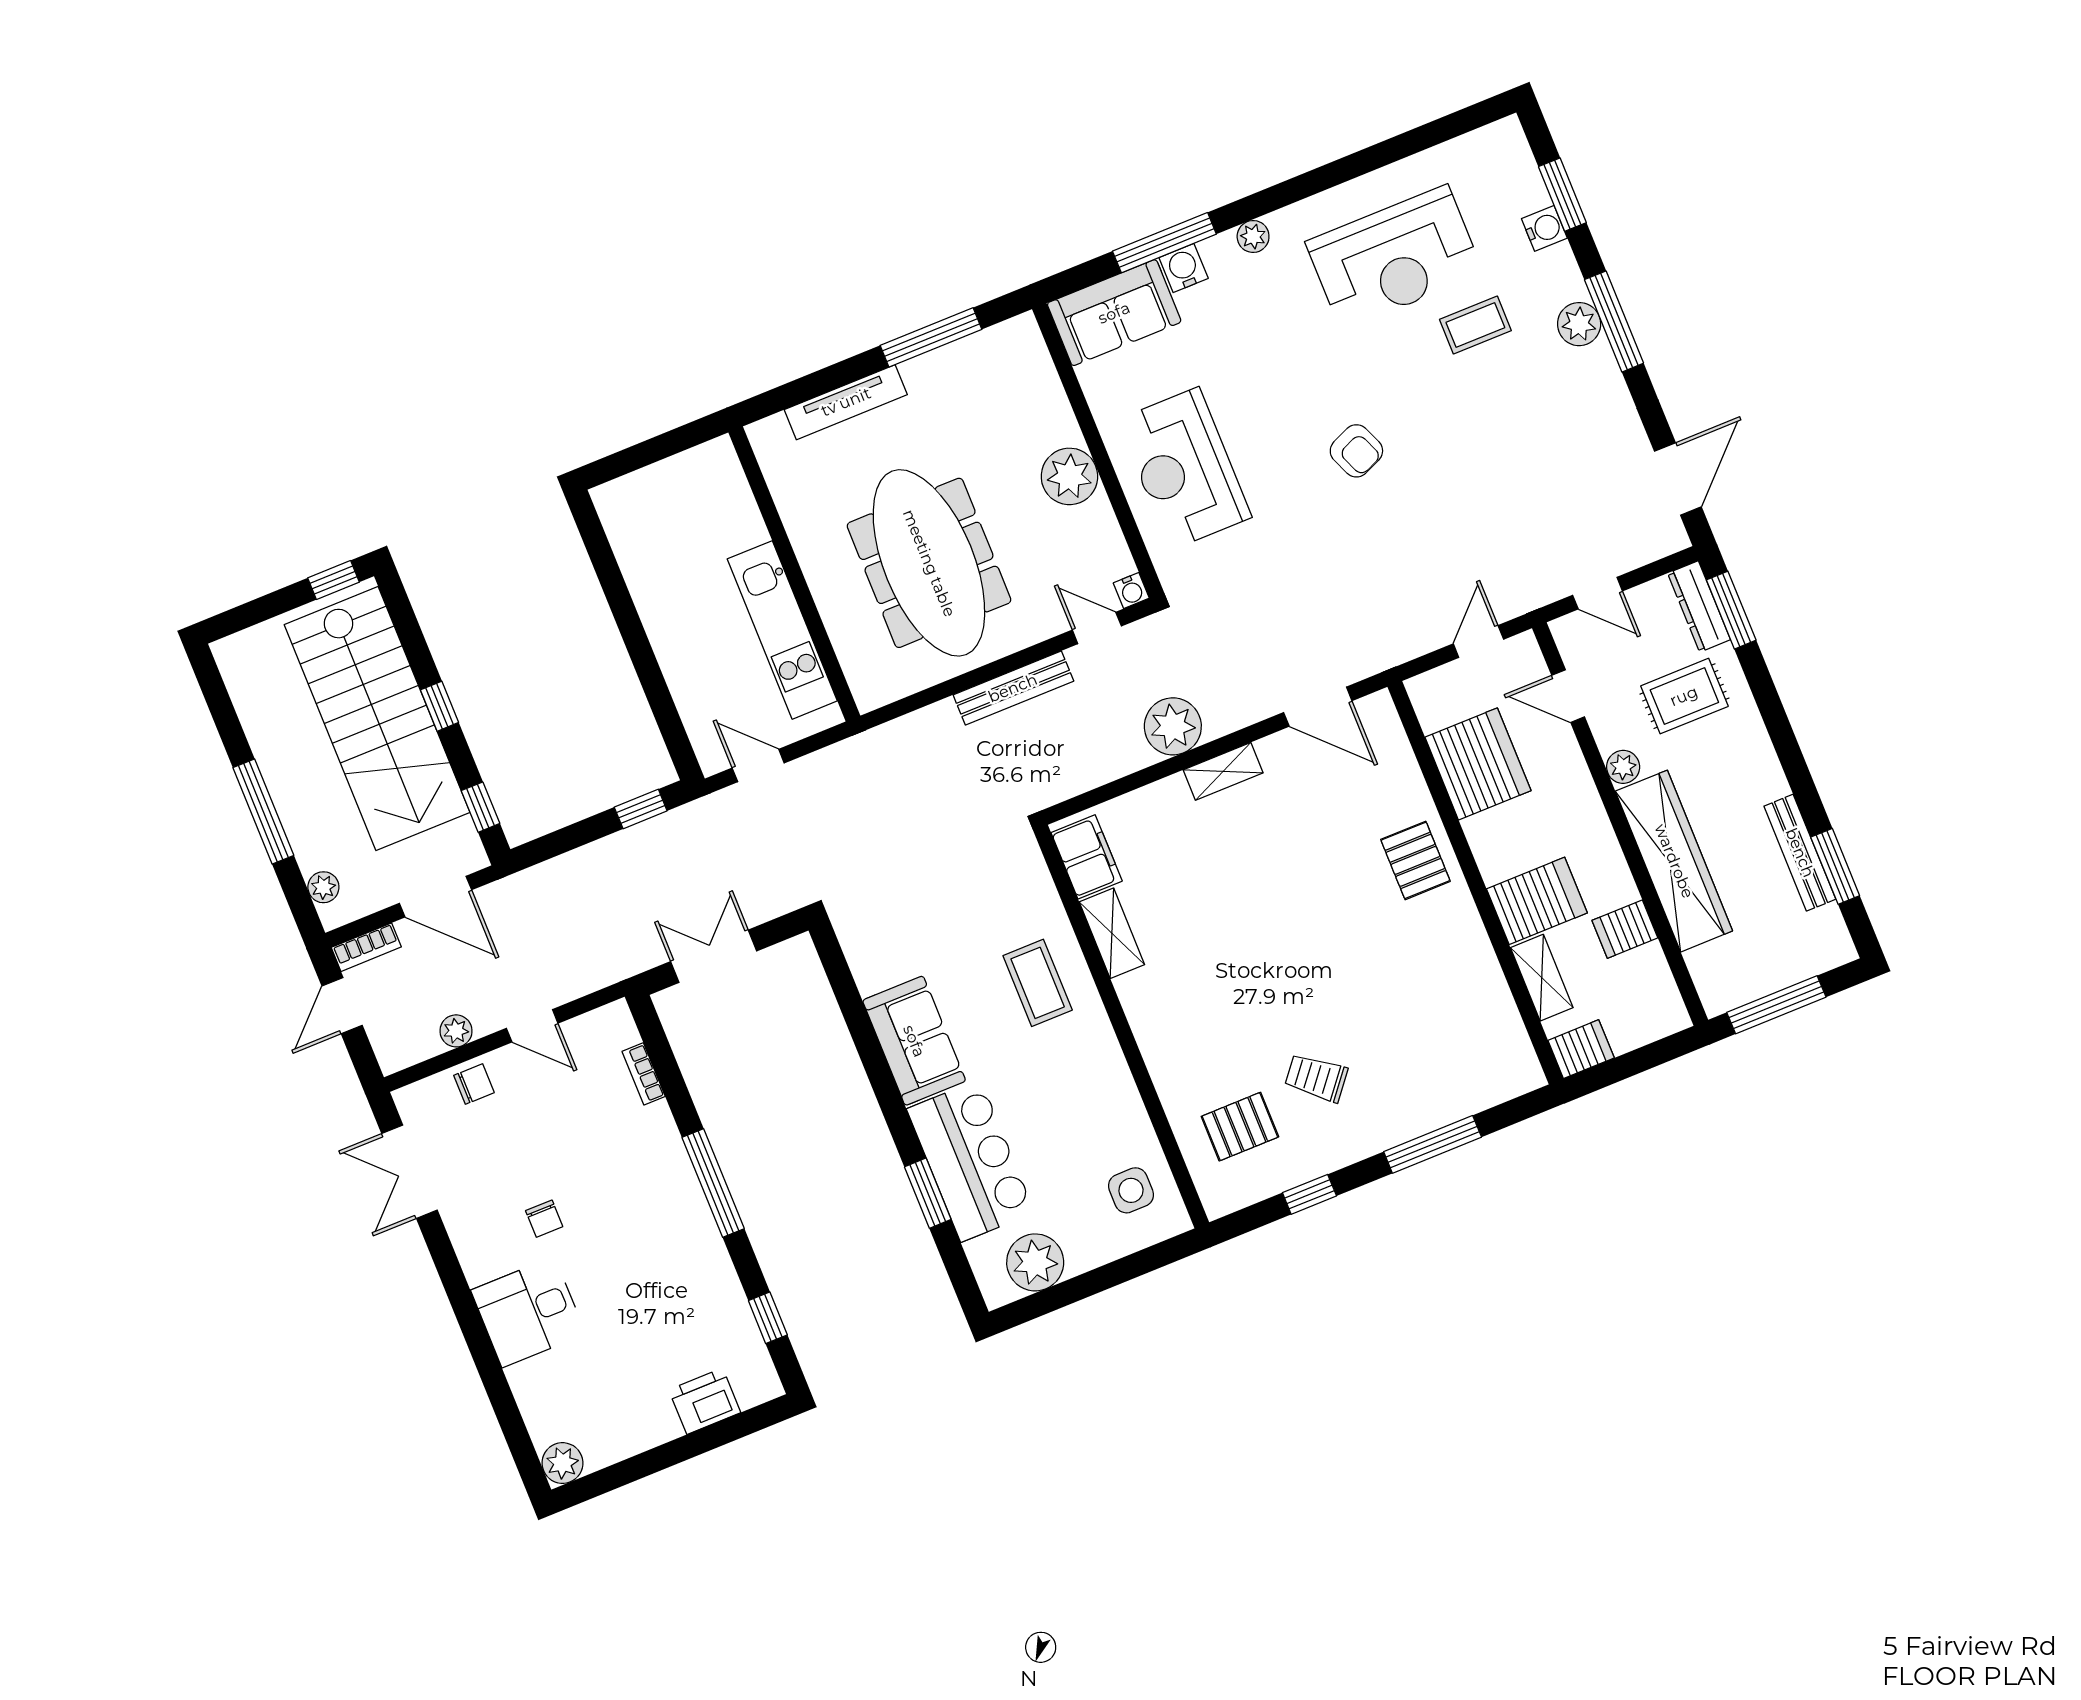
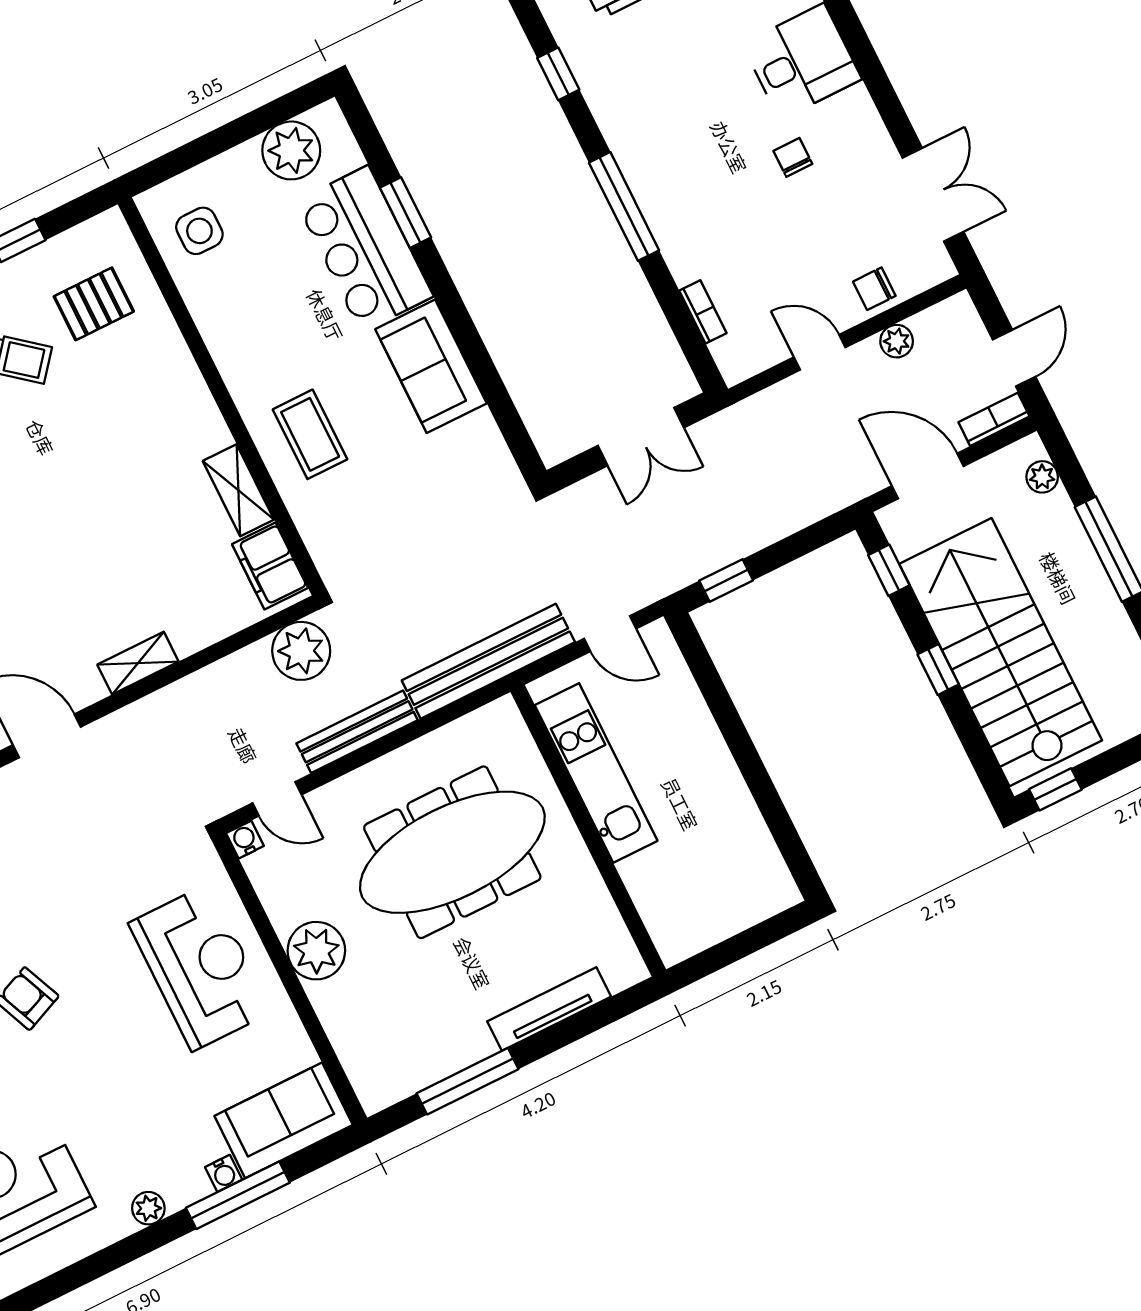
water cooler: (1184, 268) -> (224, 1173), width x0.72, depth x0.72
meeting table: (929, 563) -> (452, 852), turned 90
plant: (1173, 726) -> (301, 651), moved
bench: (880, 747) -> (488, 661), added

